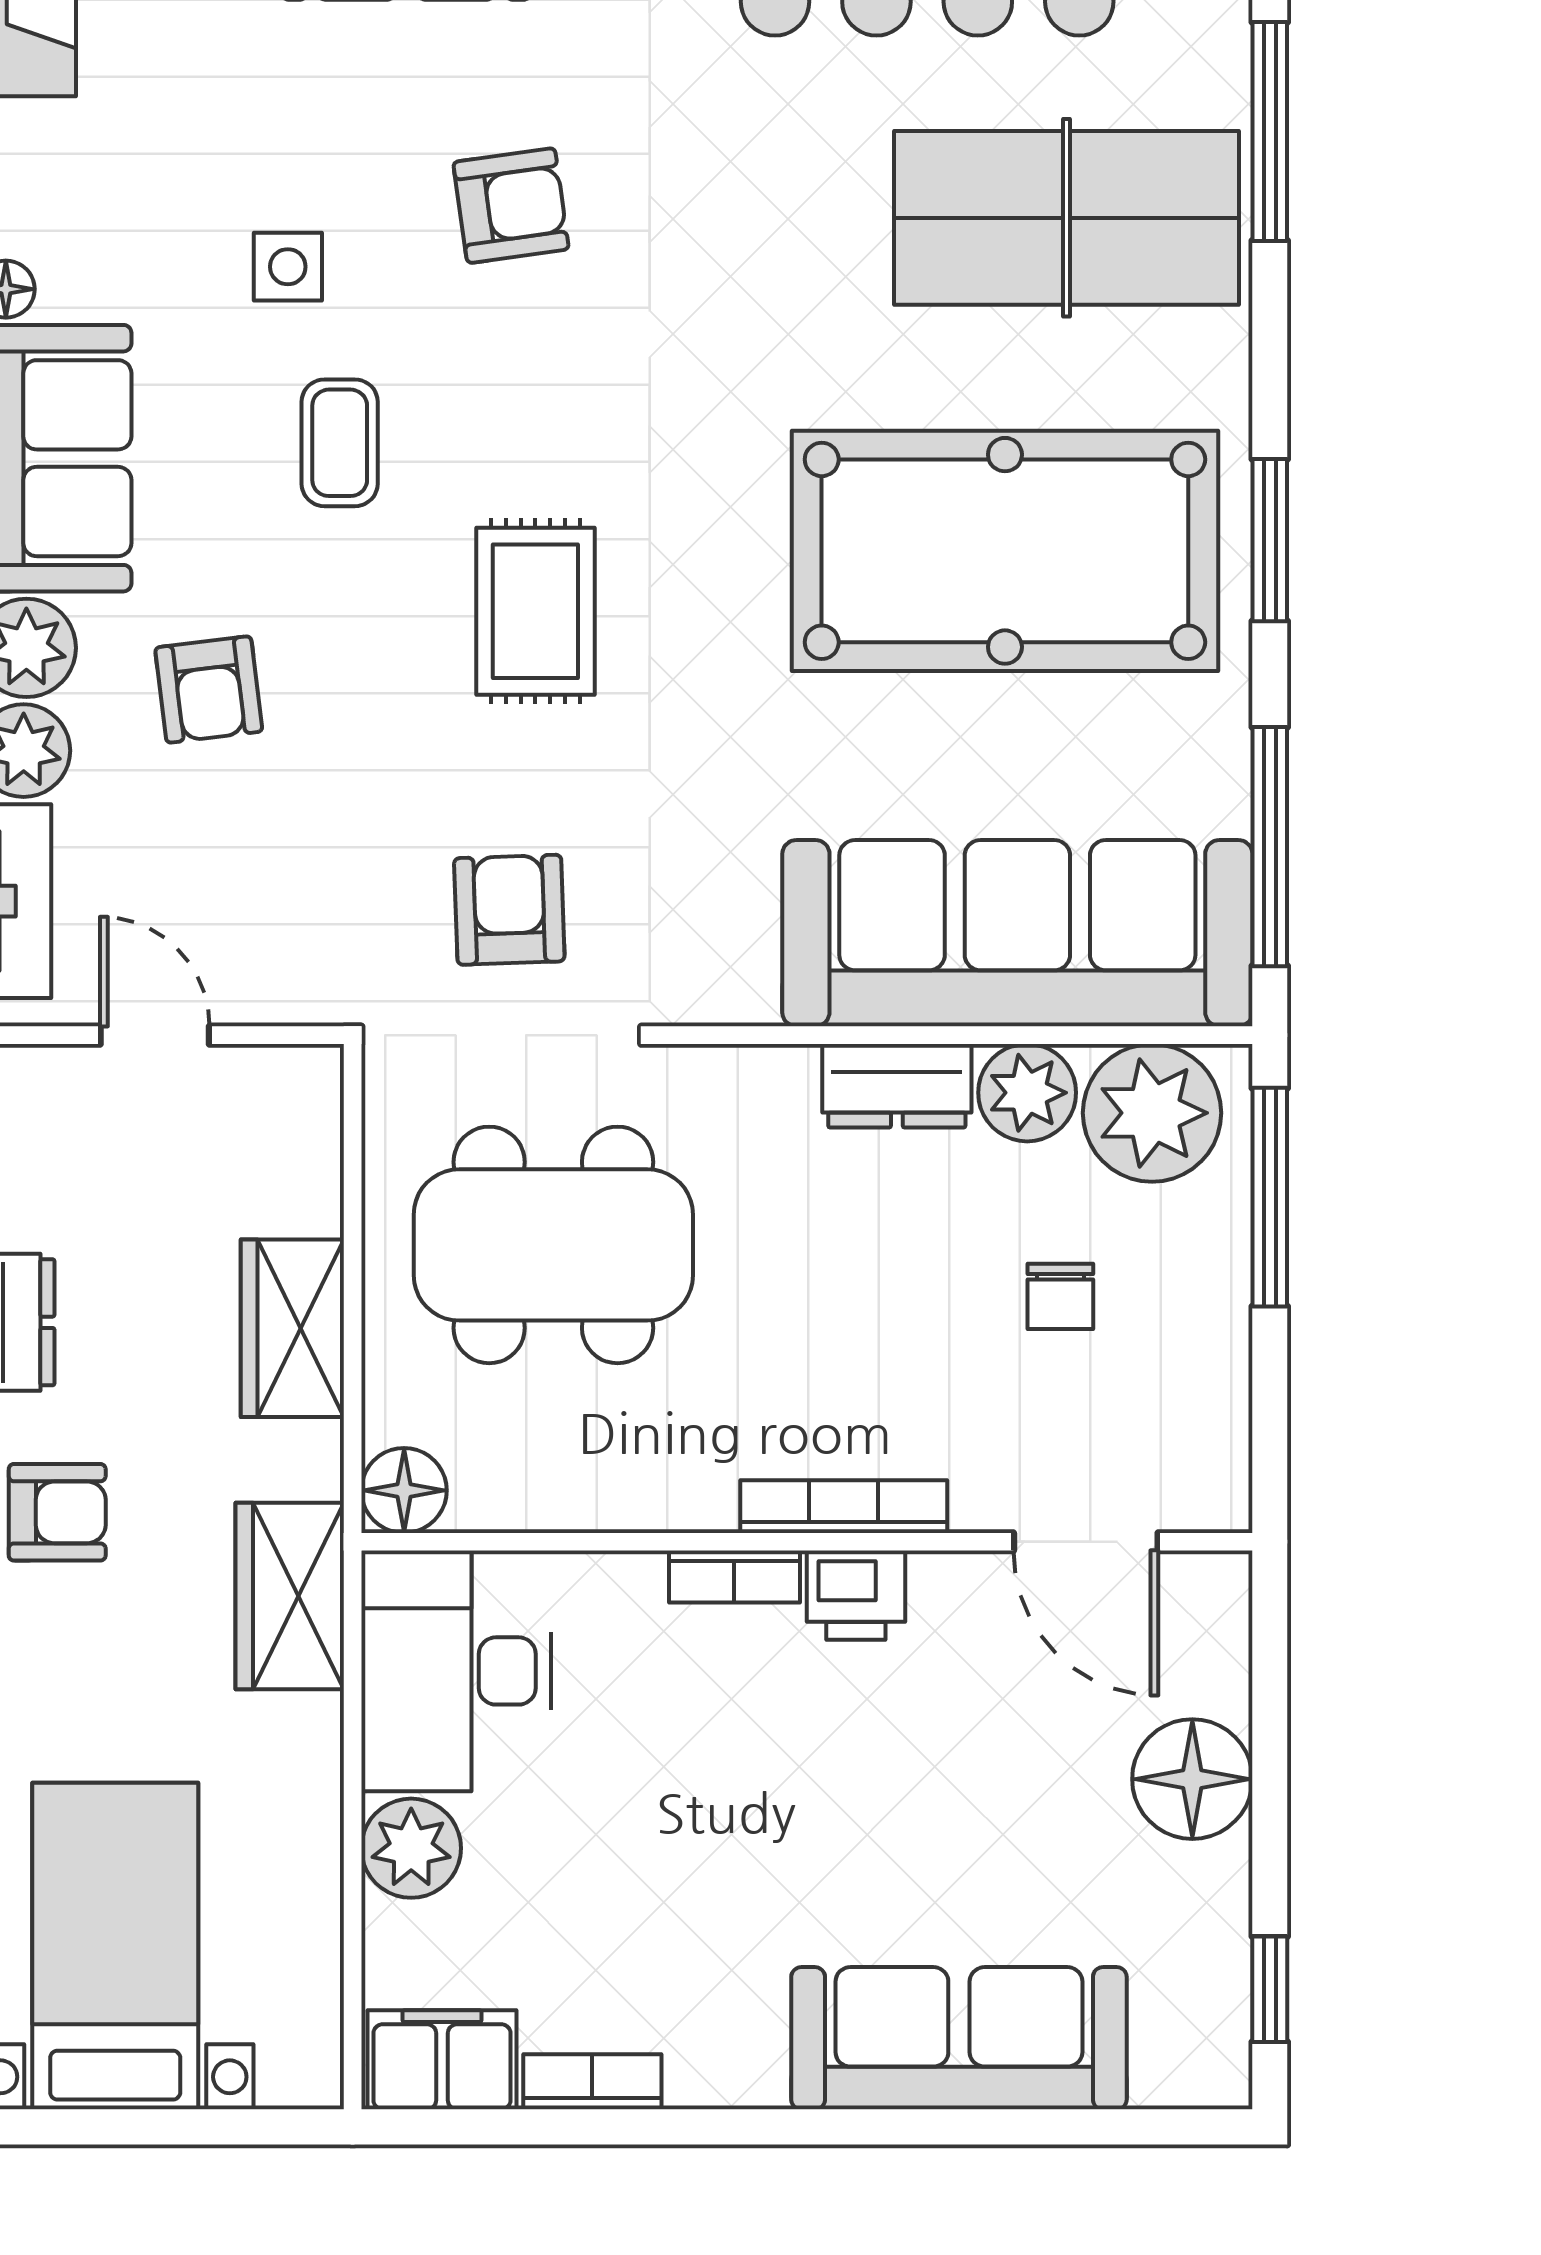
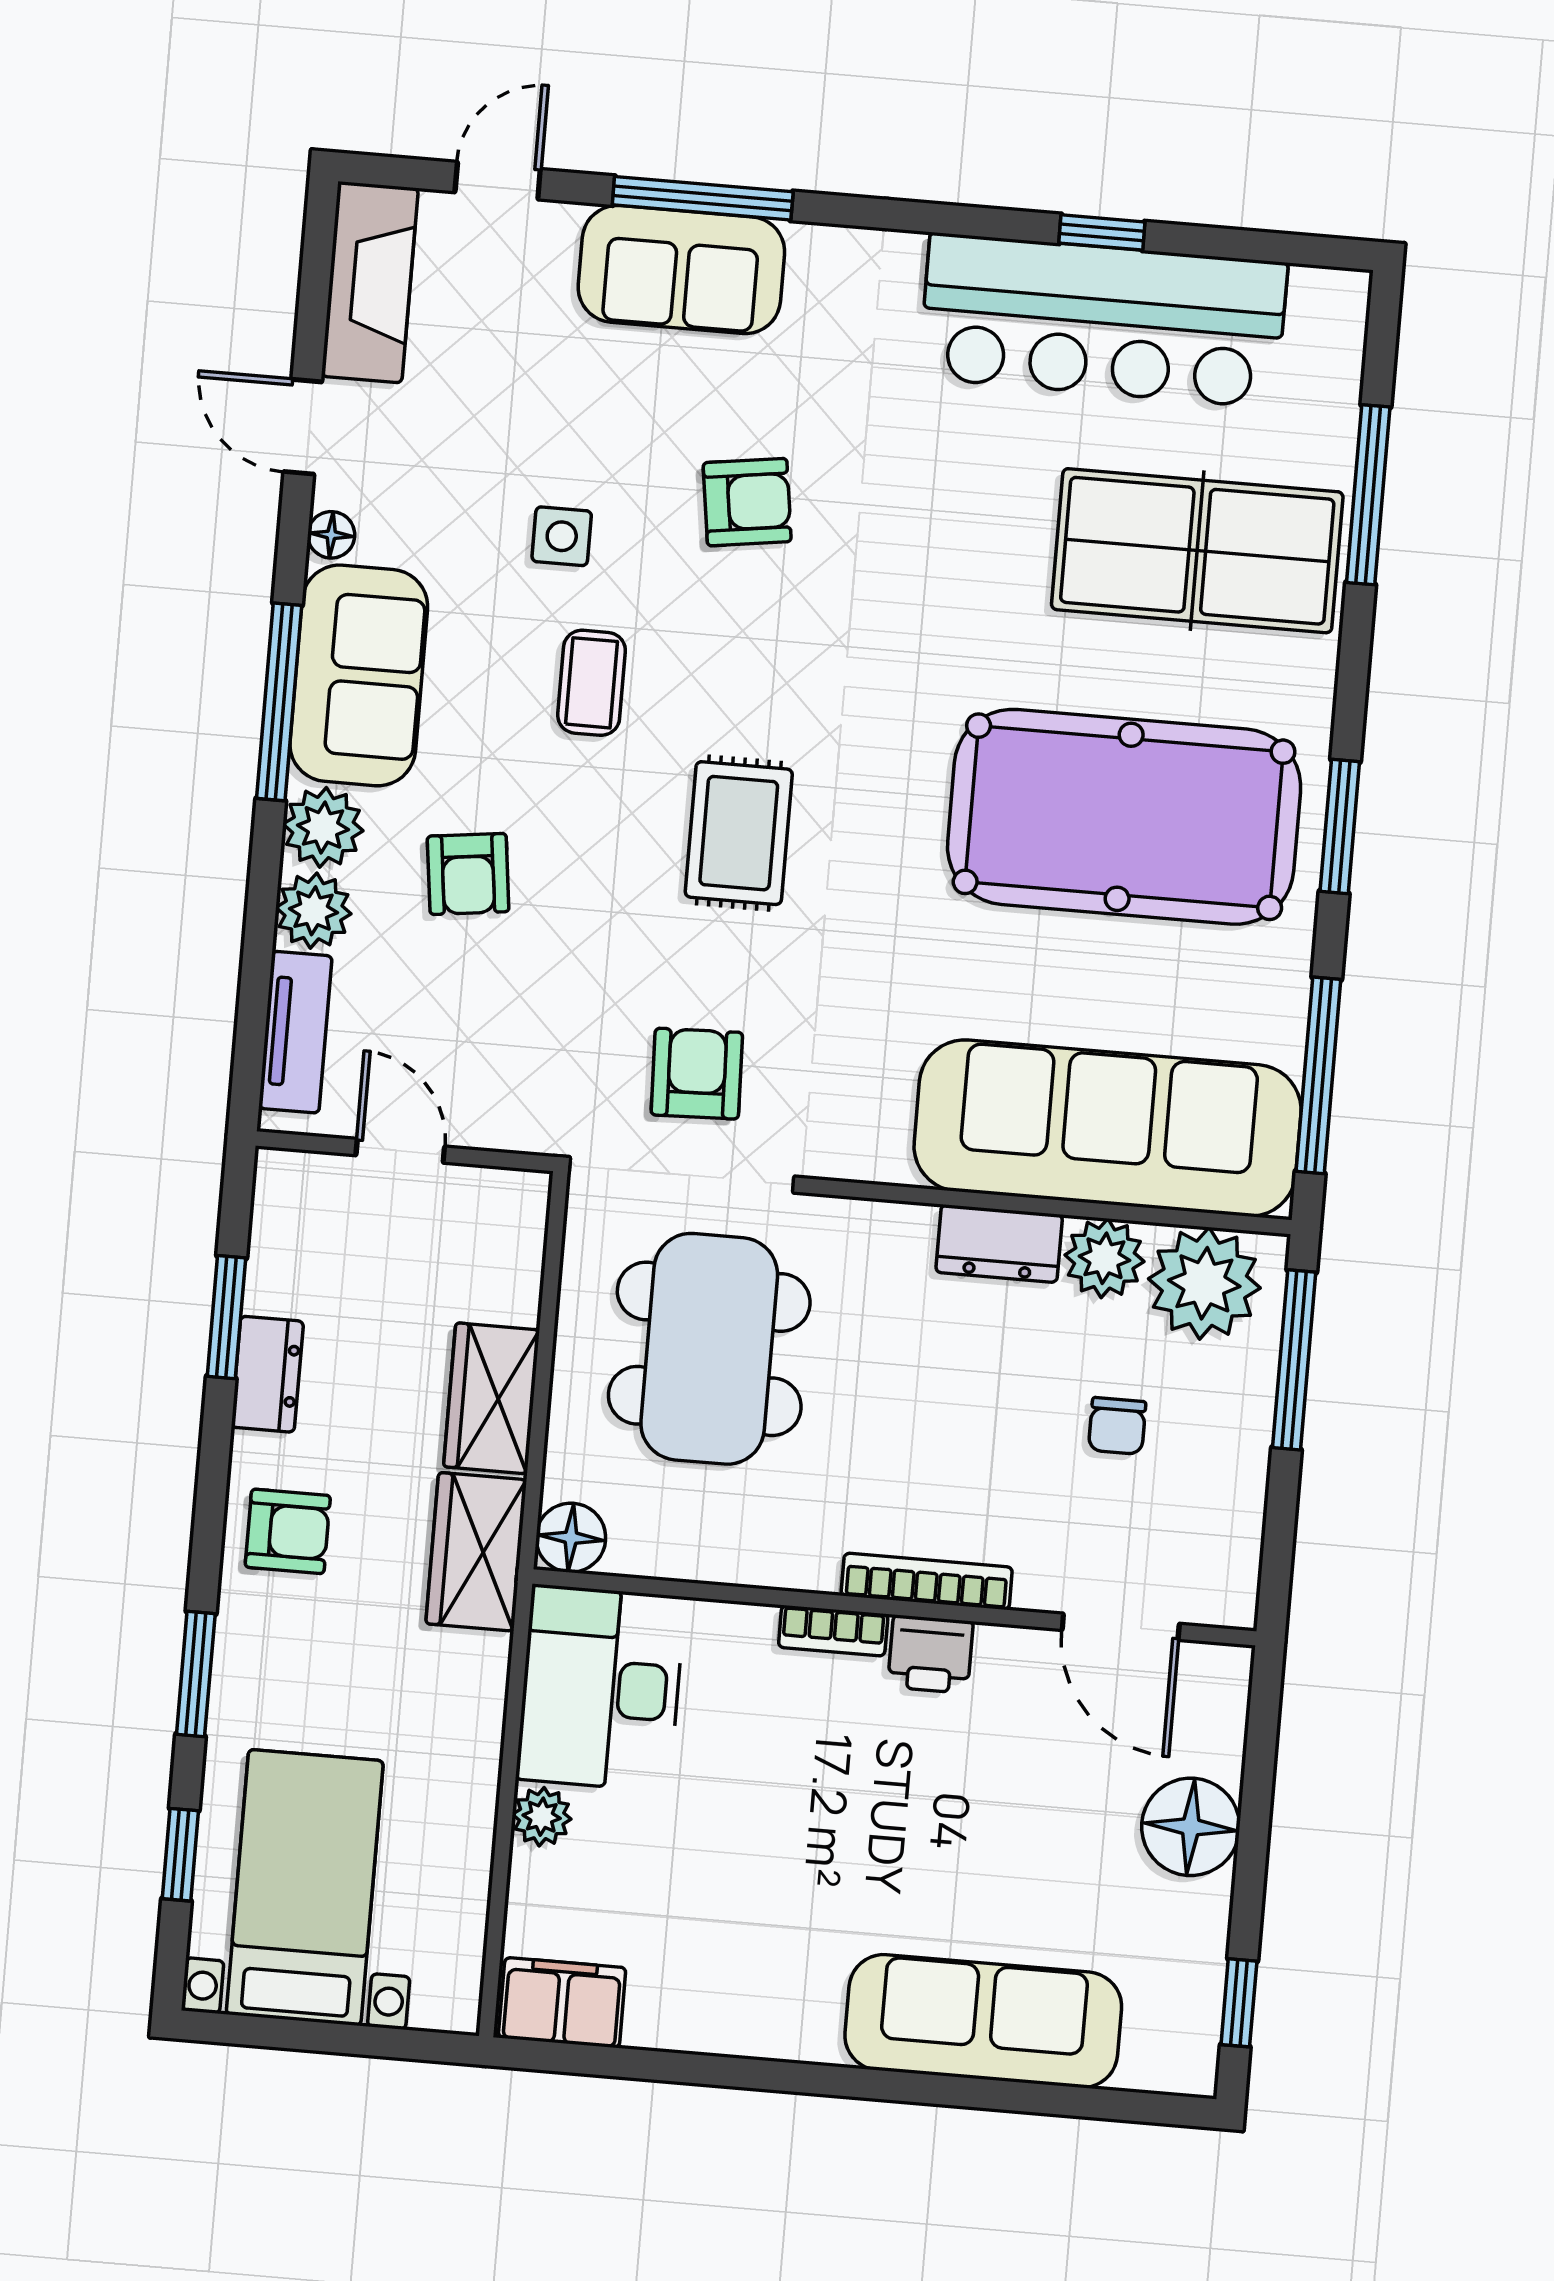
dining table: (553, 1245) -> (709, 1349), turned 90
wardrobe: (290, 1596) -> (476, 1552), moved
plant: (411, 1848) -> (542, 1817), width x0.73, depth x0.73
bookcase: (592, 2082) -> (683, 2031), removed

